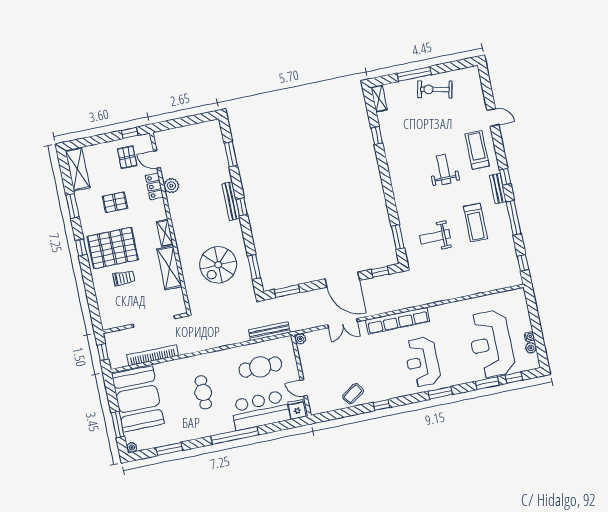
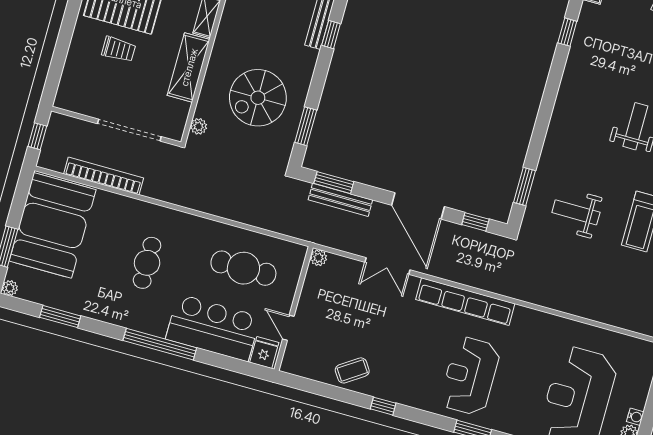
plant: (193, 299) -> (199, 126), added
bench: (269, 331) -> (340, 200), moved

